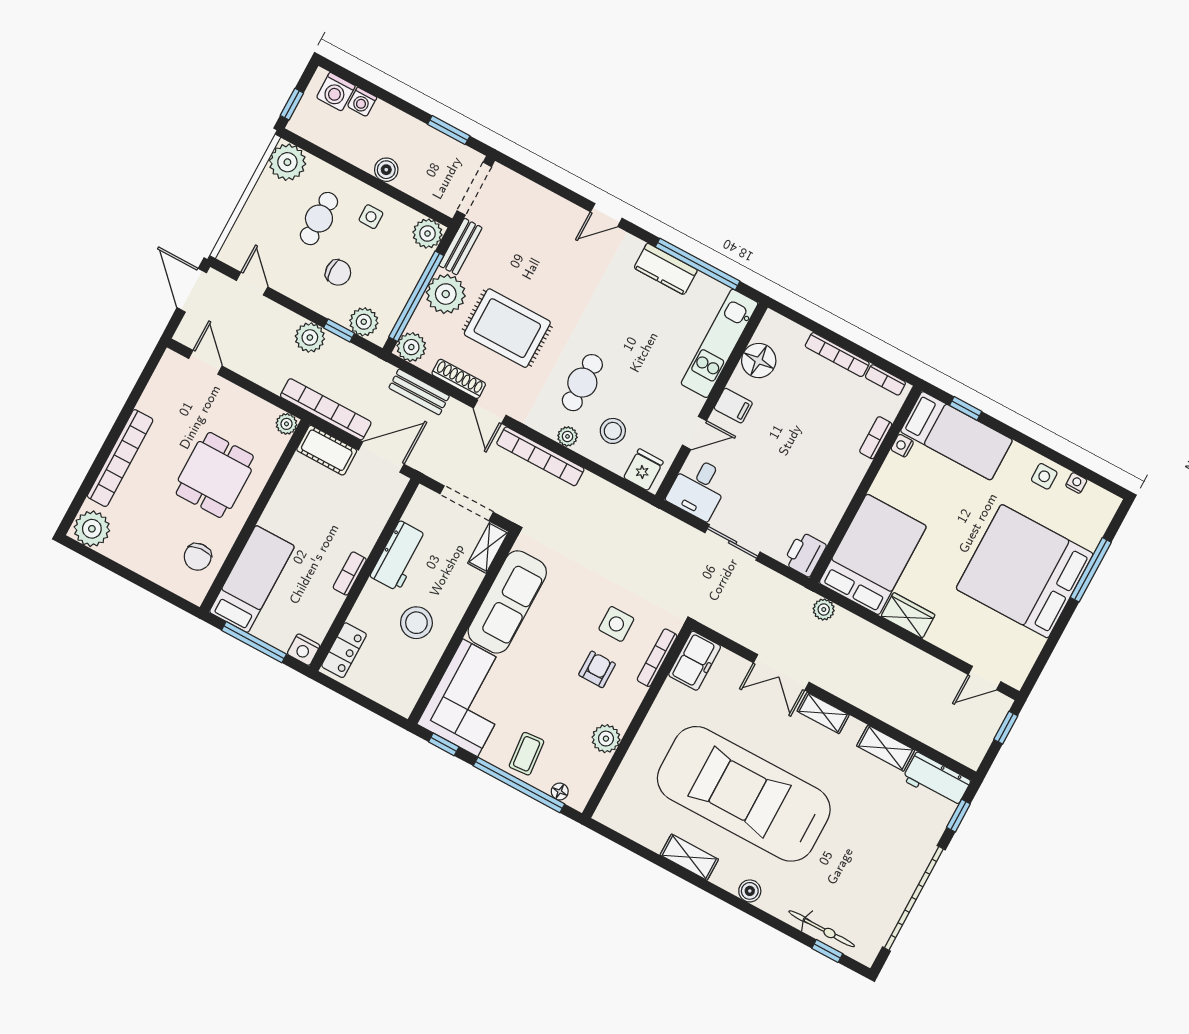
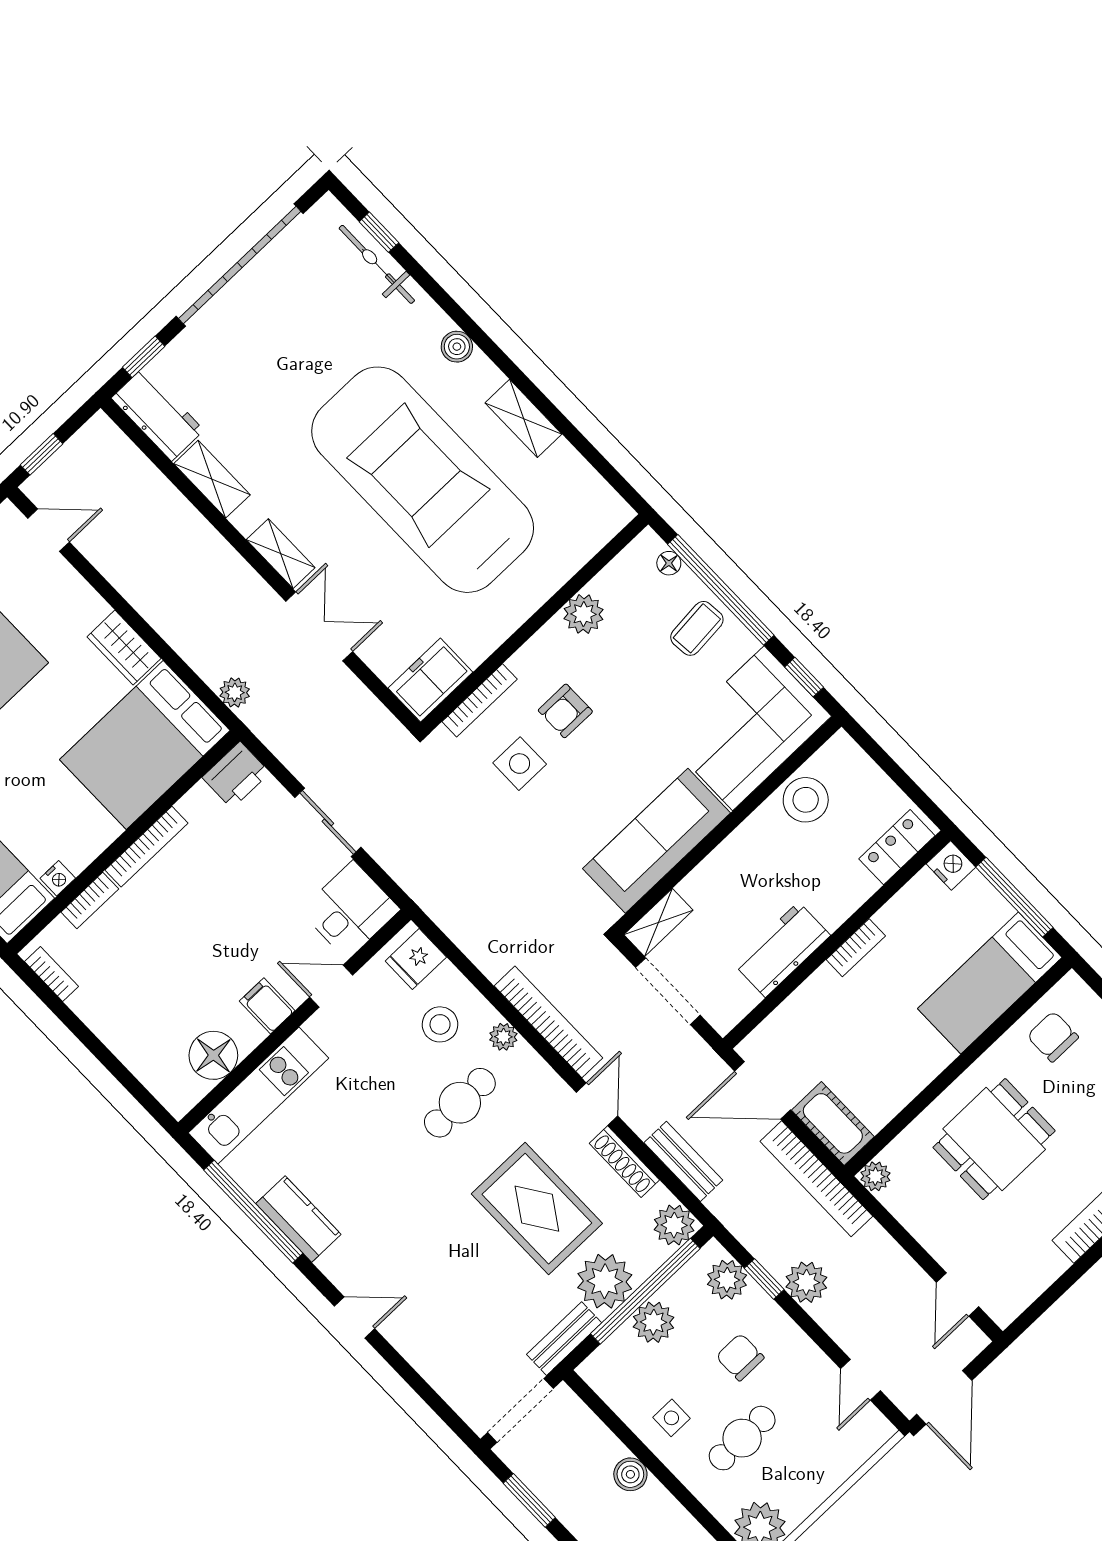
plant: (427, 234) -> (654, 1322), moved
bookcase: (837, 355) -> (147, 847), moved, turned 90
chair: (198, 557) -> (1053, 1037), turned -85
stool: (416, 623) -> (806, 800), moved
car: (744, 794) -> (423, 480), turned 180

